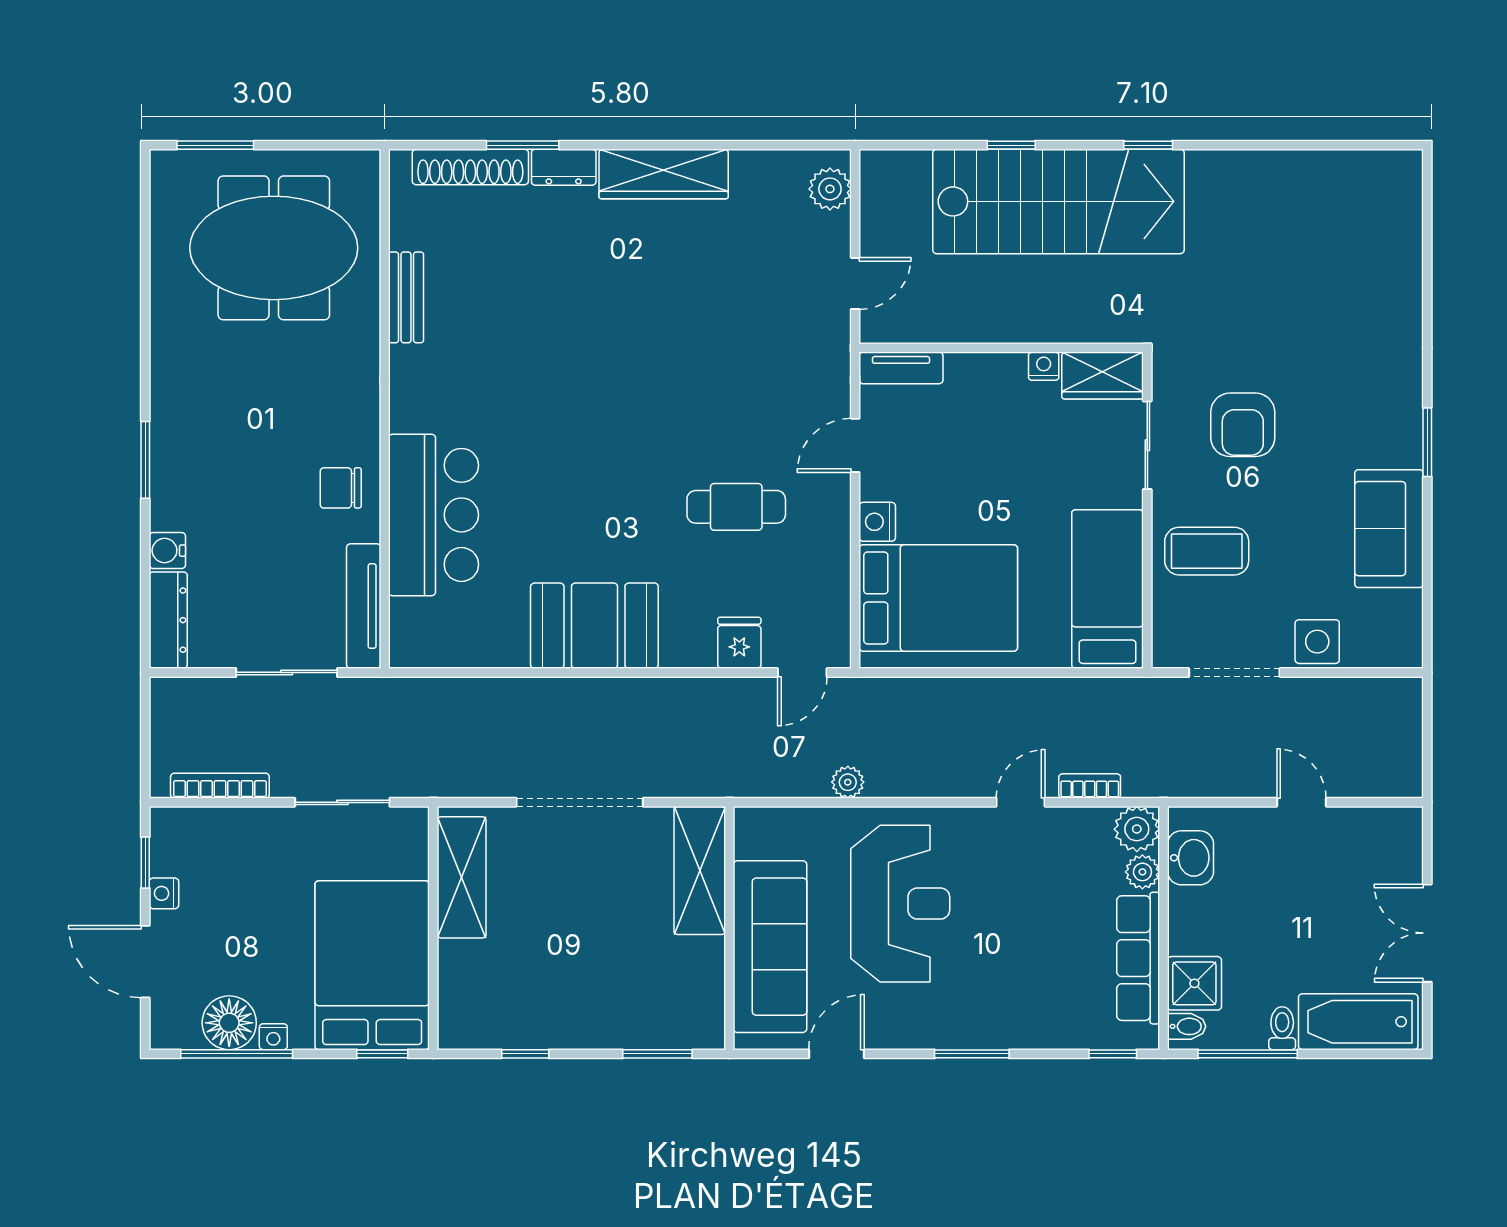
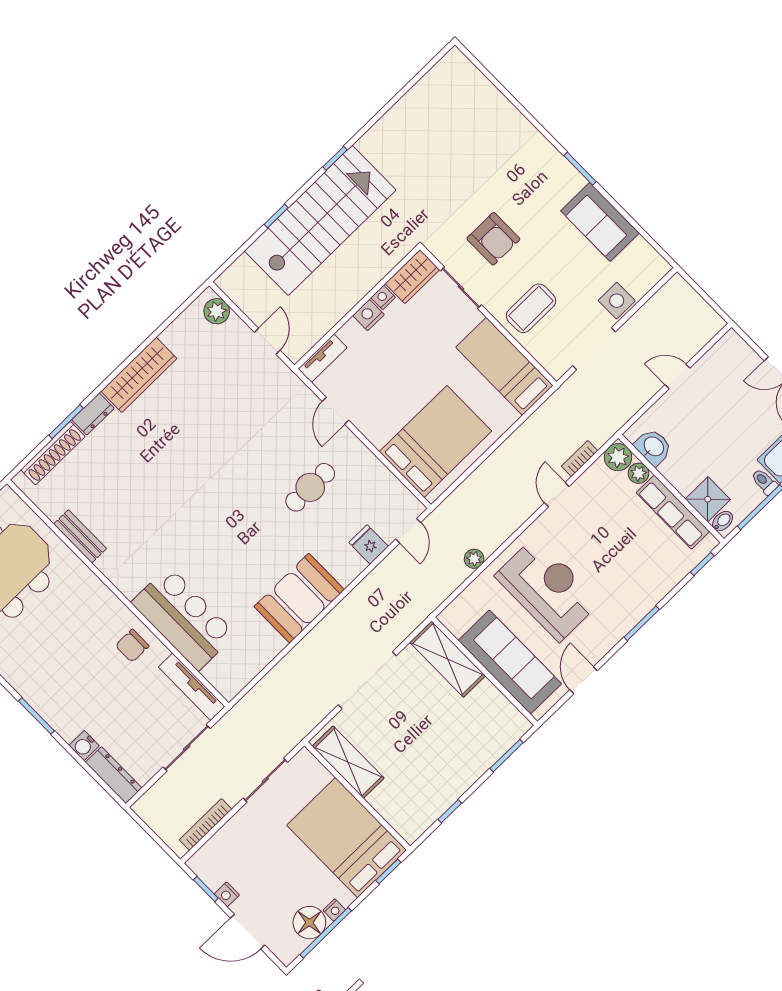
nightstand: (877, 522) -> (368, 315), moved, turned 90

